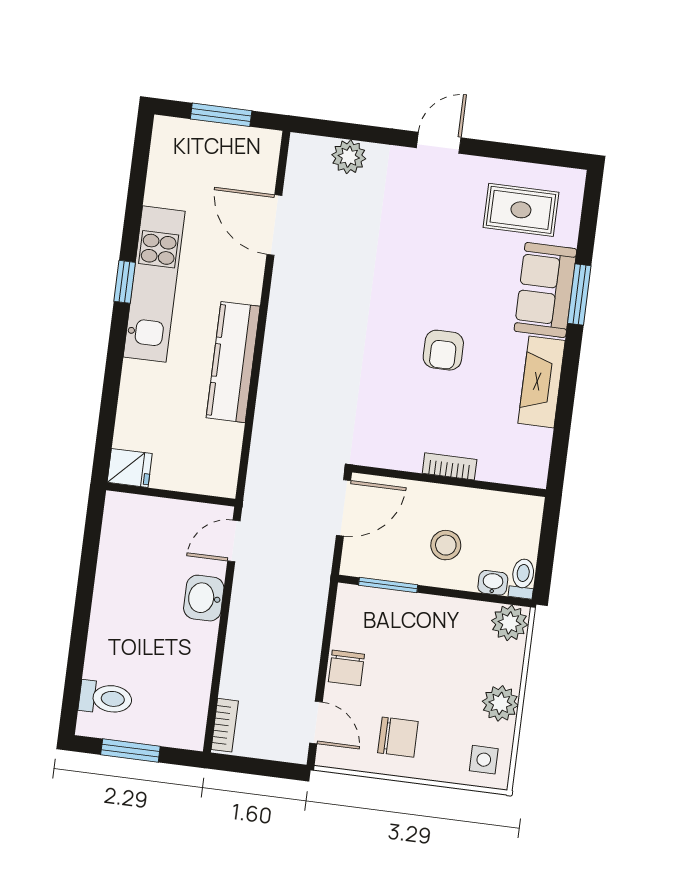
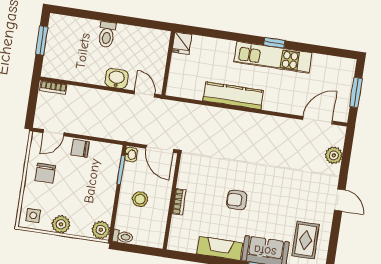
door: (274, 225) -> (318, 120), moved
washbasin: (493, 583) -> (131, 155), moved
toilet: (106, 698) -> (107, 34), moved

